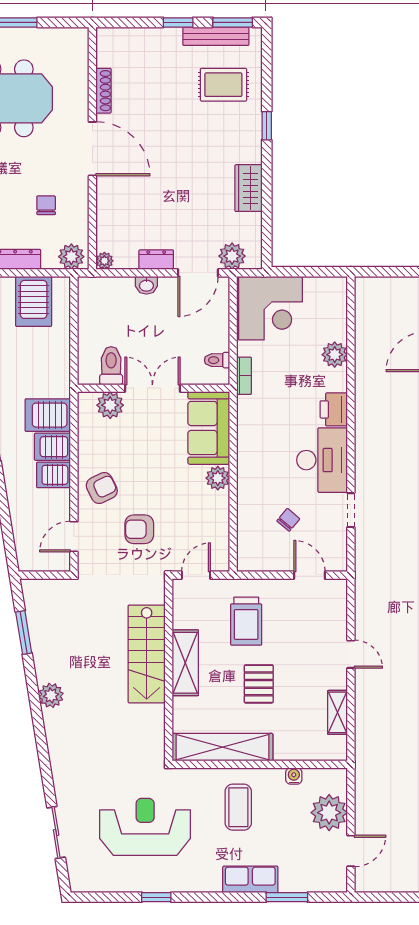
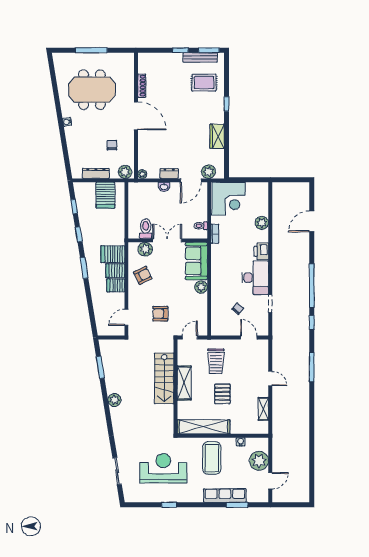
armchair: (102, 488) -> (143, 275), moved
coffee table: (238, 807) -> (212, 458), width x1.36, depth x1.32
row of seats: (250, 879) -> (225, 495), width x1.48

